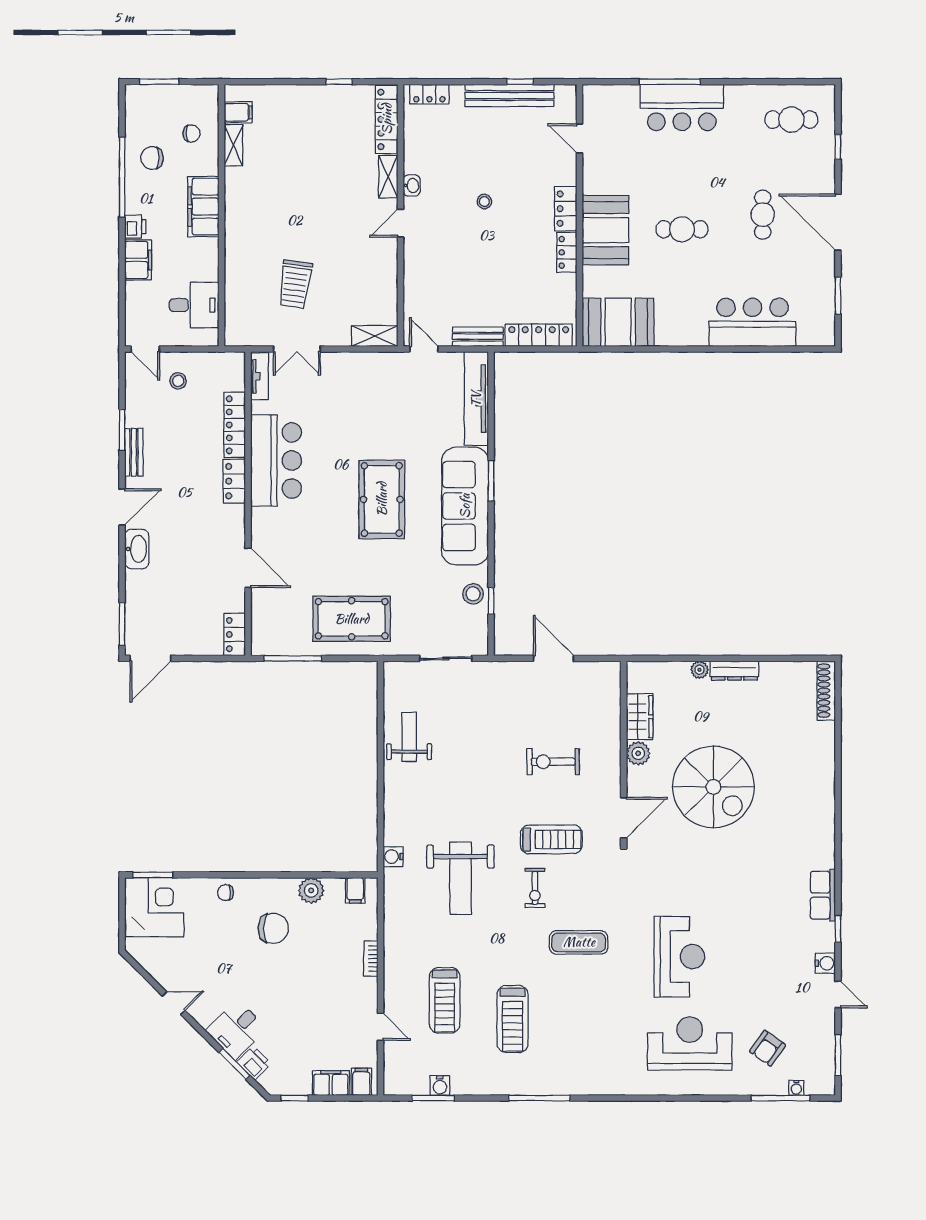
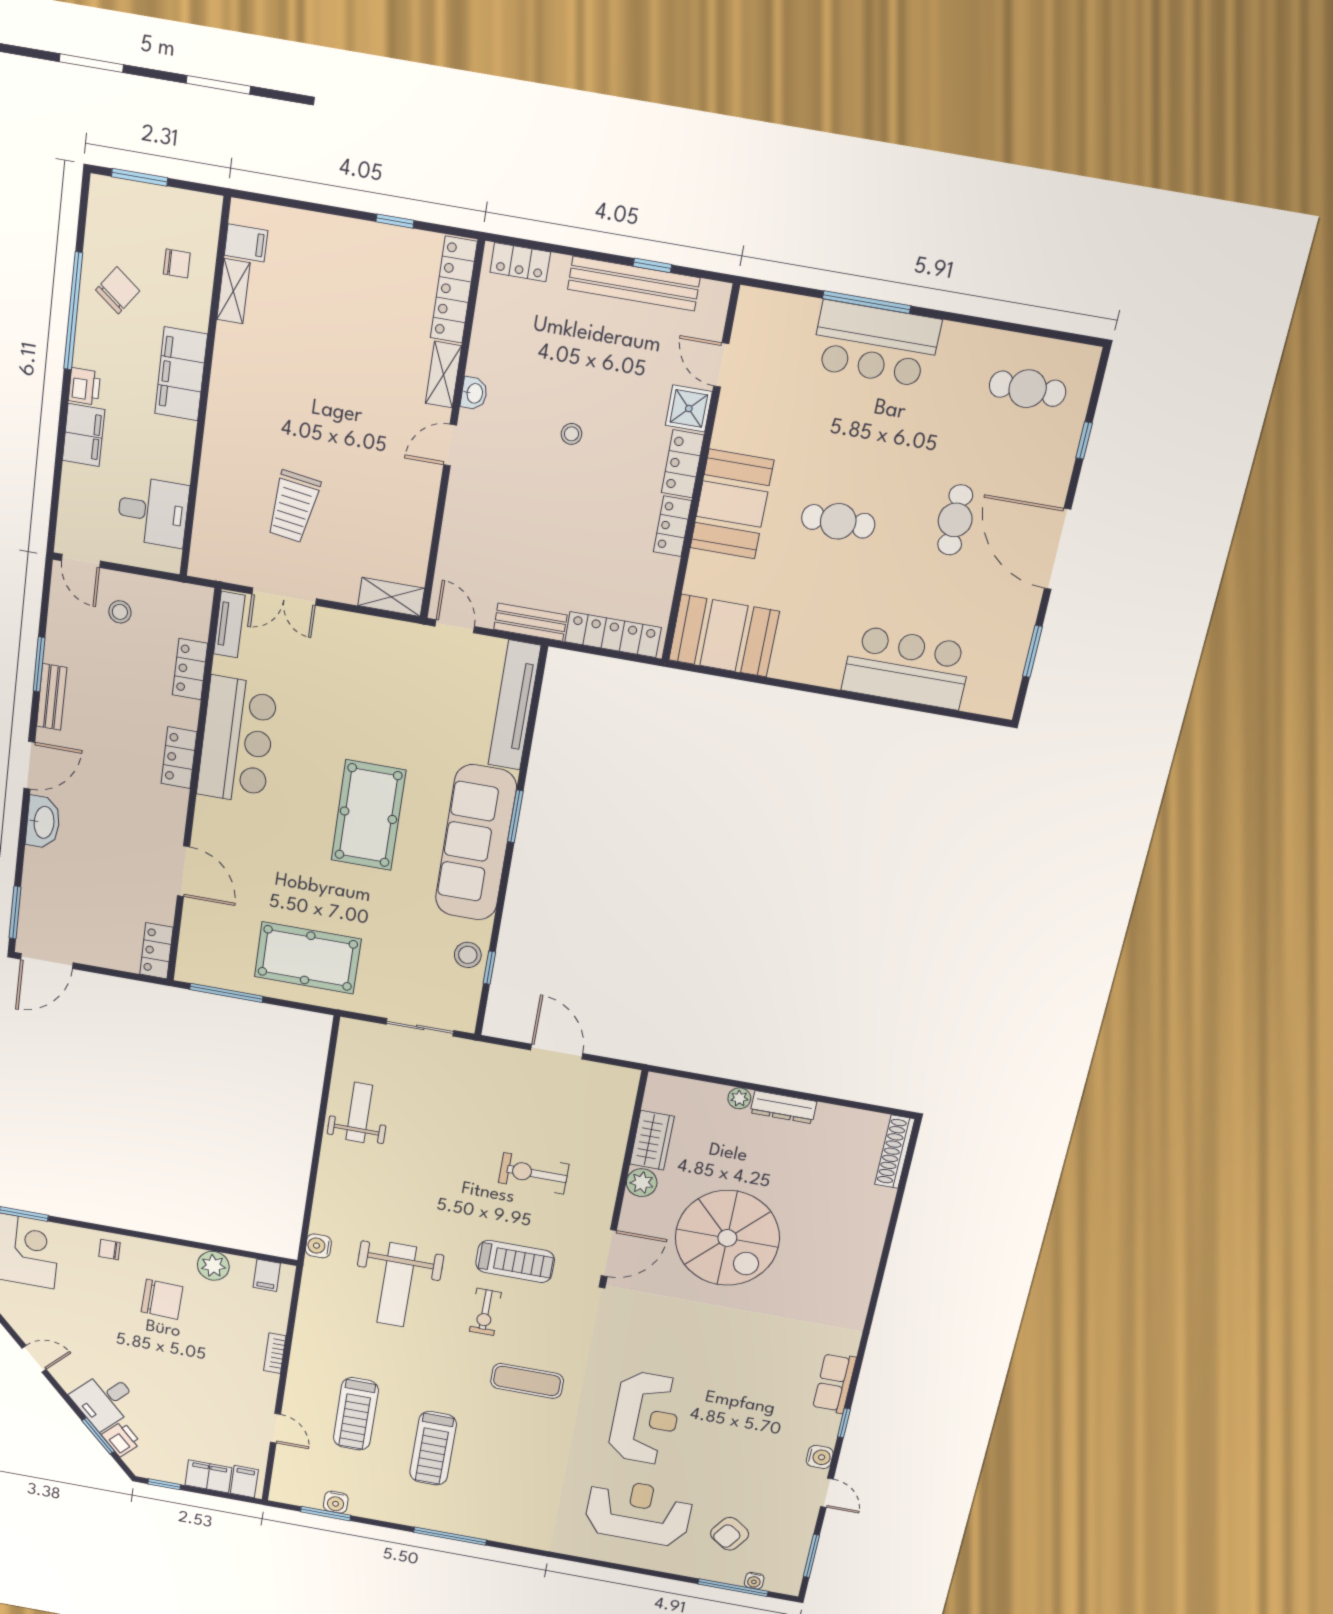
chair: (152, 158) -> (118, 290), turned 127
shower: (563, 171) -> (689, 408), added
locker: (235, 425) -> (190, 669), width x0.66

